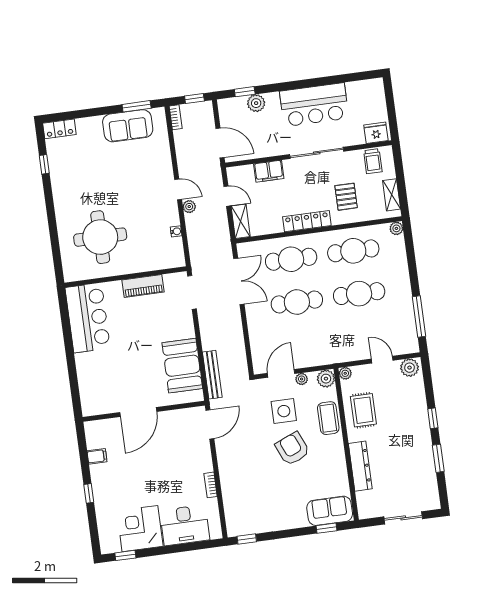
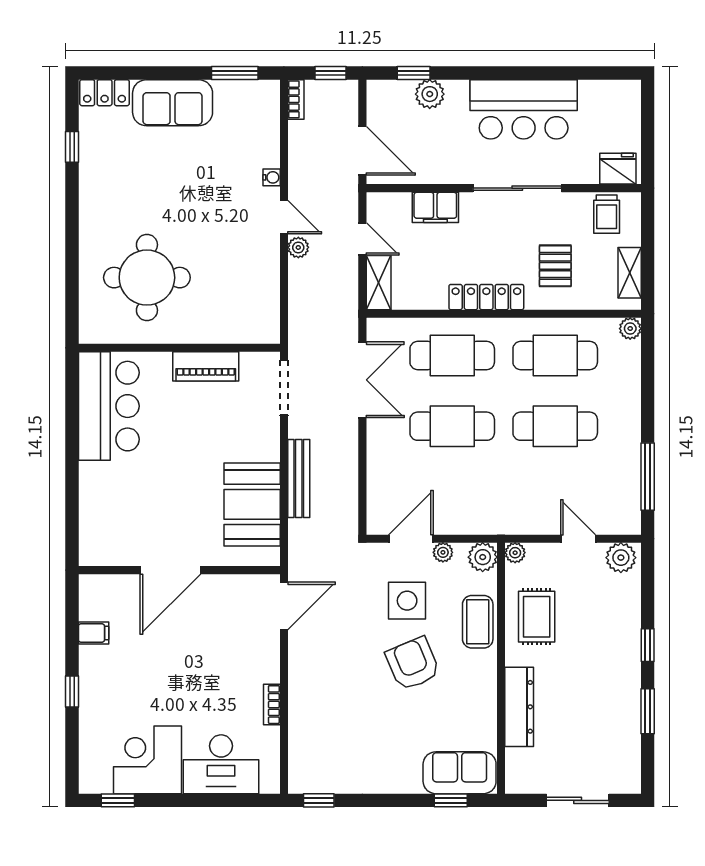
sofa: (128, 126) -> (173, 103), moved
water cooler: (176, 231) -> (272, 177), moved
bench: (212, 375) -> (299, 479), moved

